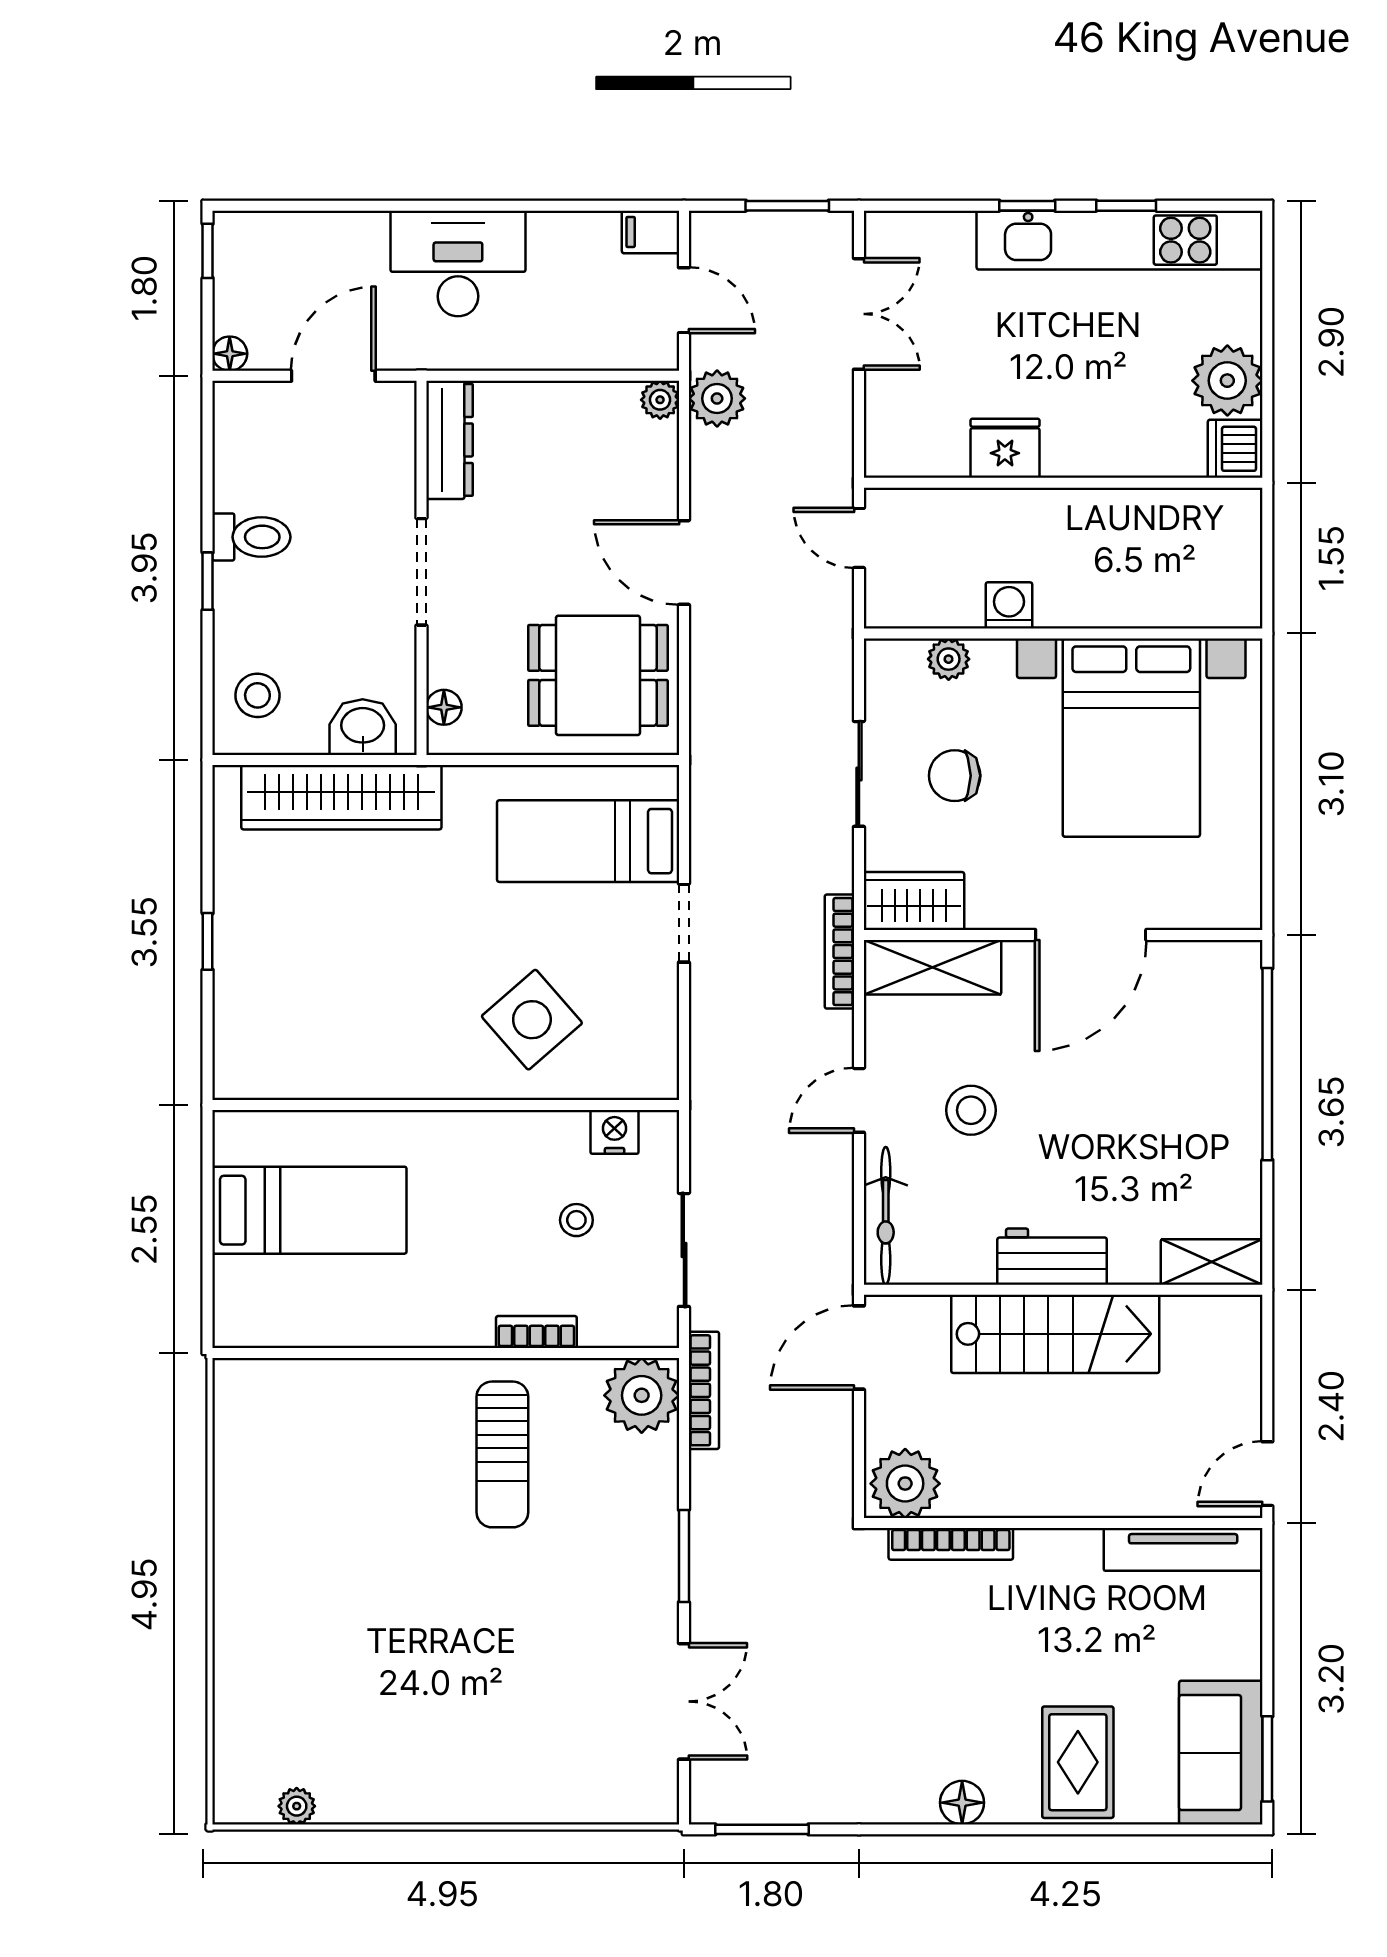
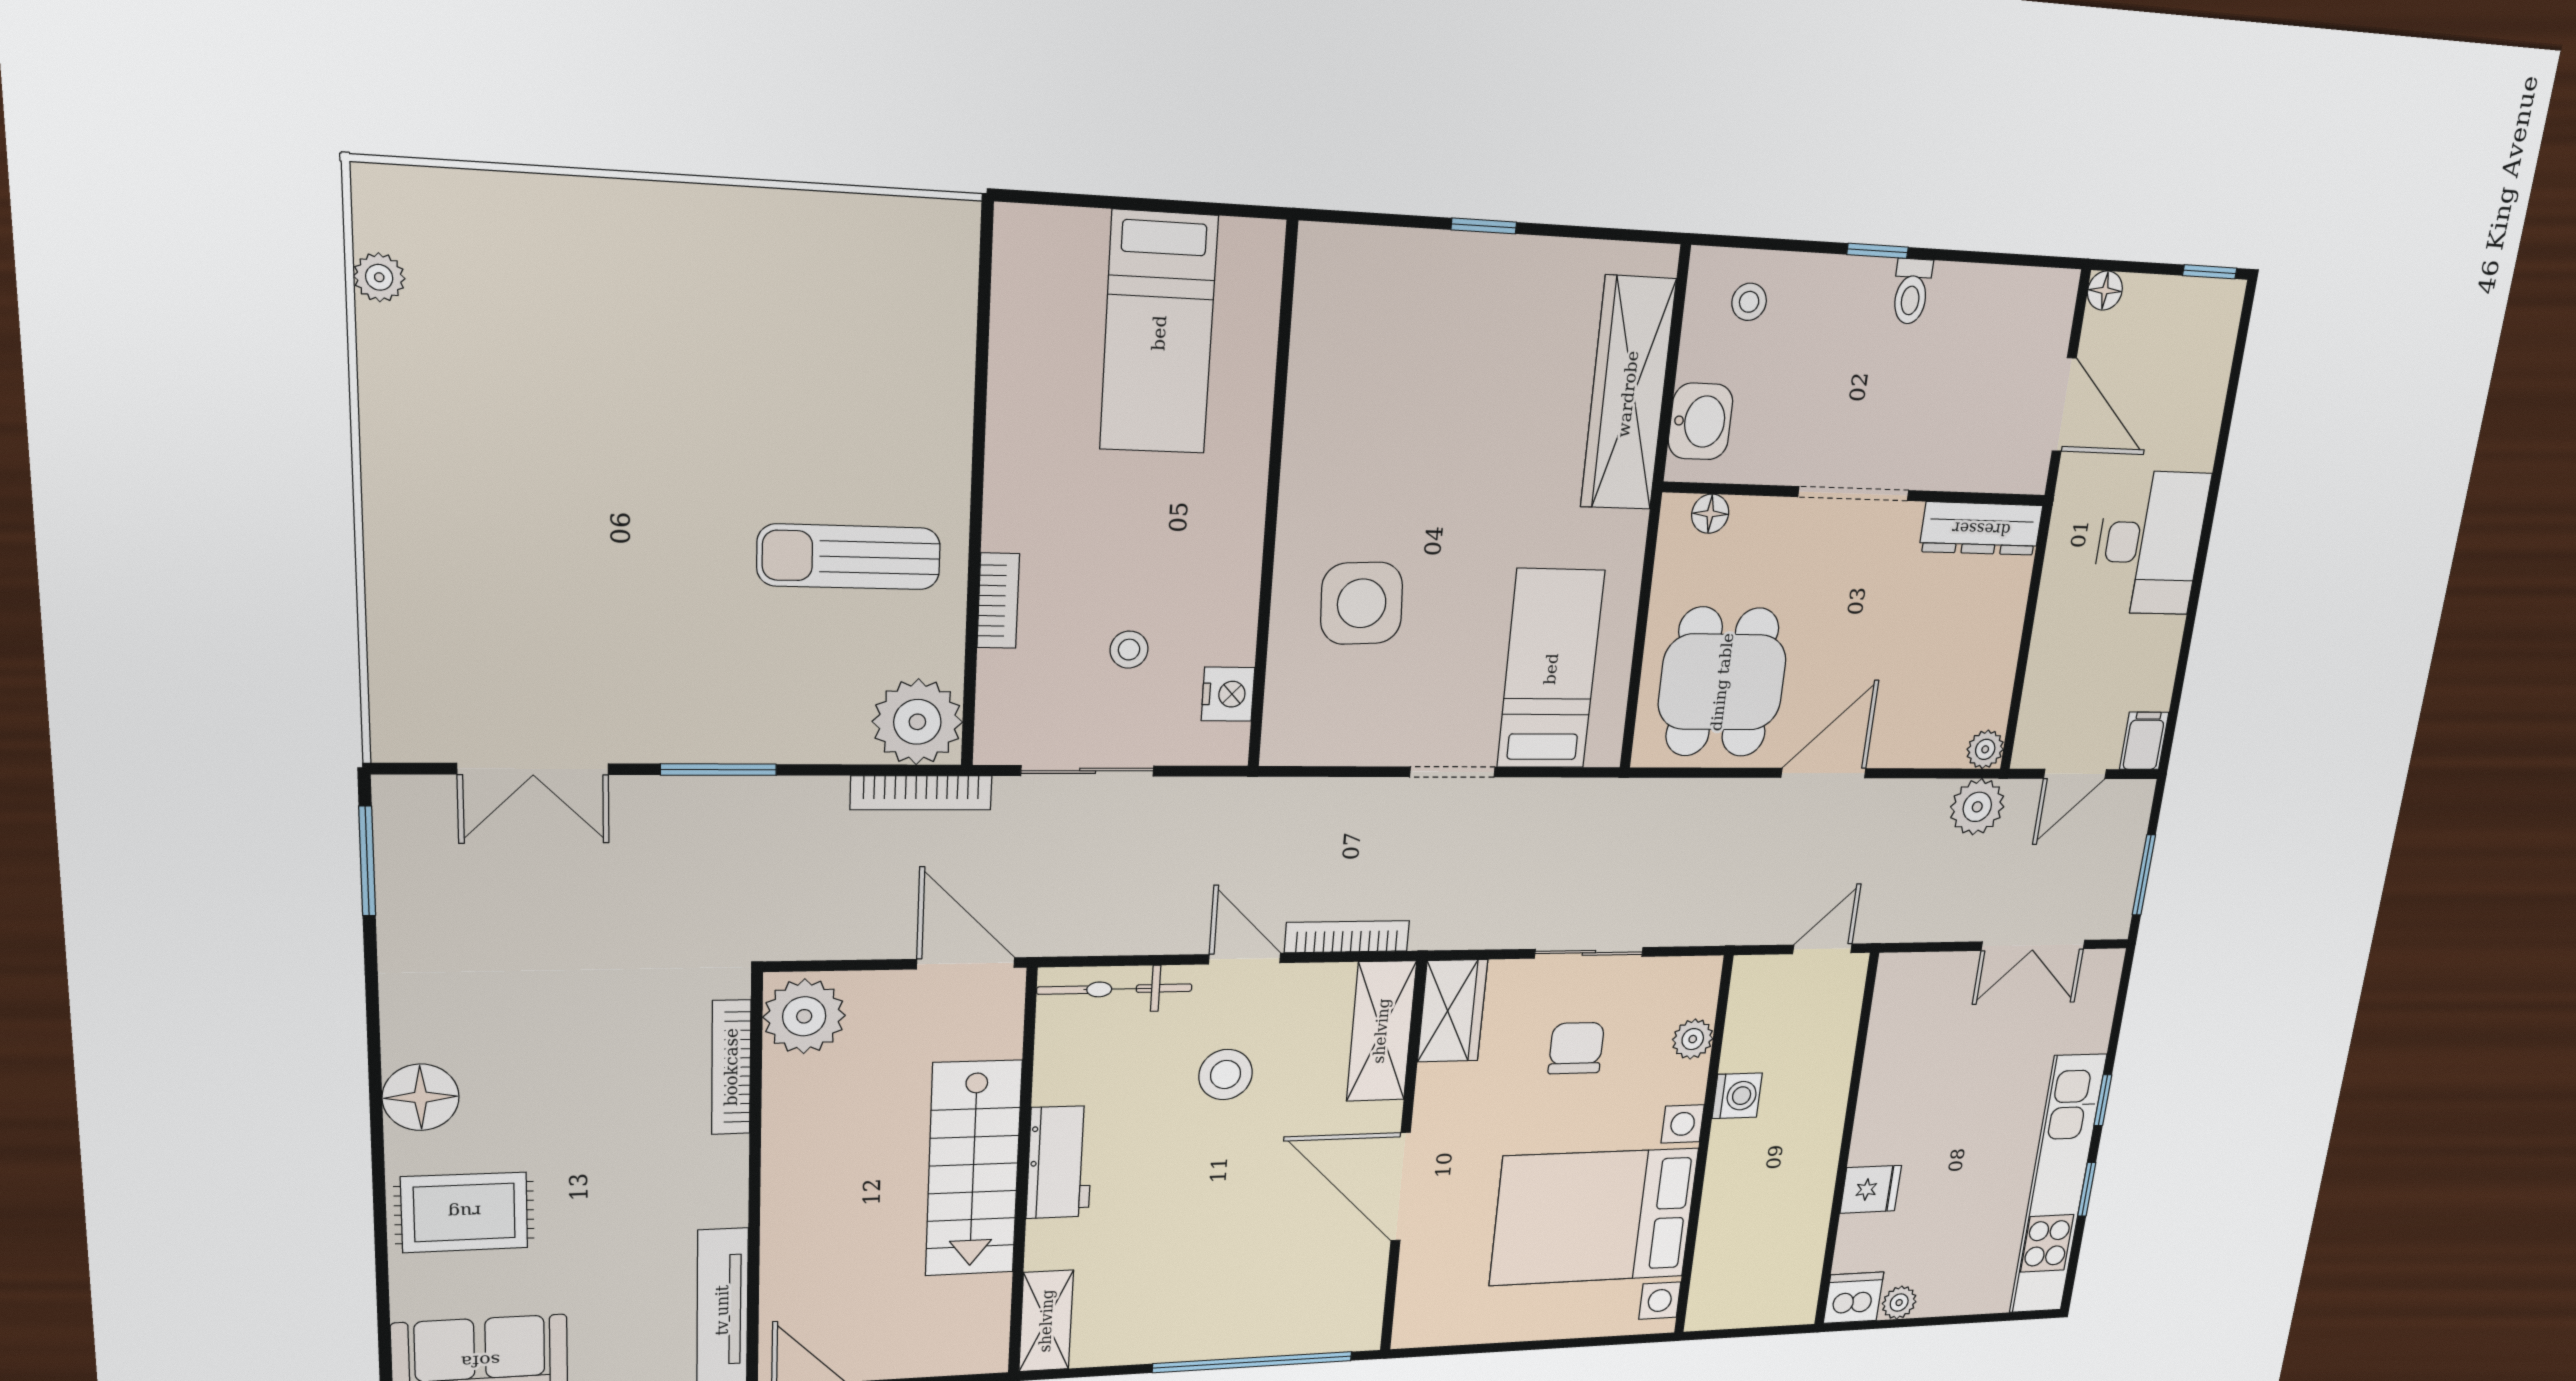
plant: (1227, 381) -> (1899, 1303), width x0.53, depth x0.53
fridge: (1005, 448) -> (1871, 1189), moved, width x0.72
toilet: (251, 537) -> (1911, 291), width x0.73, depth x0.72
stool: (257, 695) -> (1749, 302), width x0.73, depth x0.73
bookcase: (839, 952) -> (1347, 937), moved
side table: (532, 1020) -> (1362, 603), turned 38
floor lamp: (962, 1803) -> (421, 1097), width x1.38, depth x1.38

